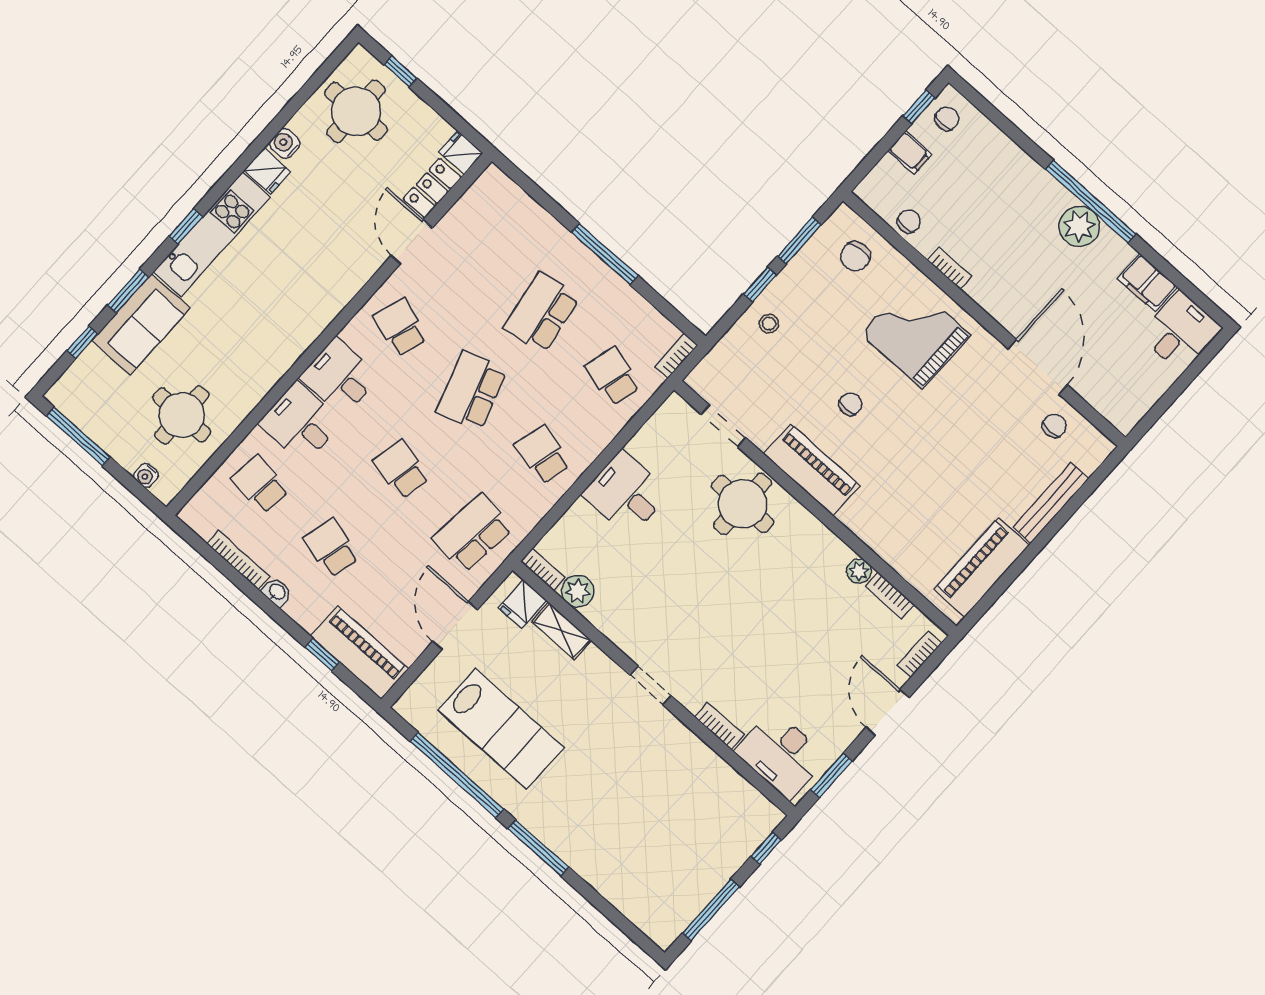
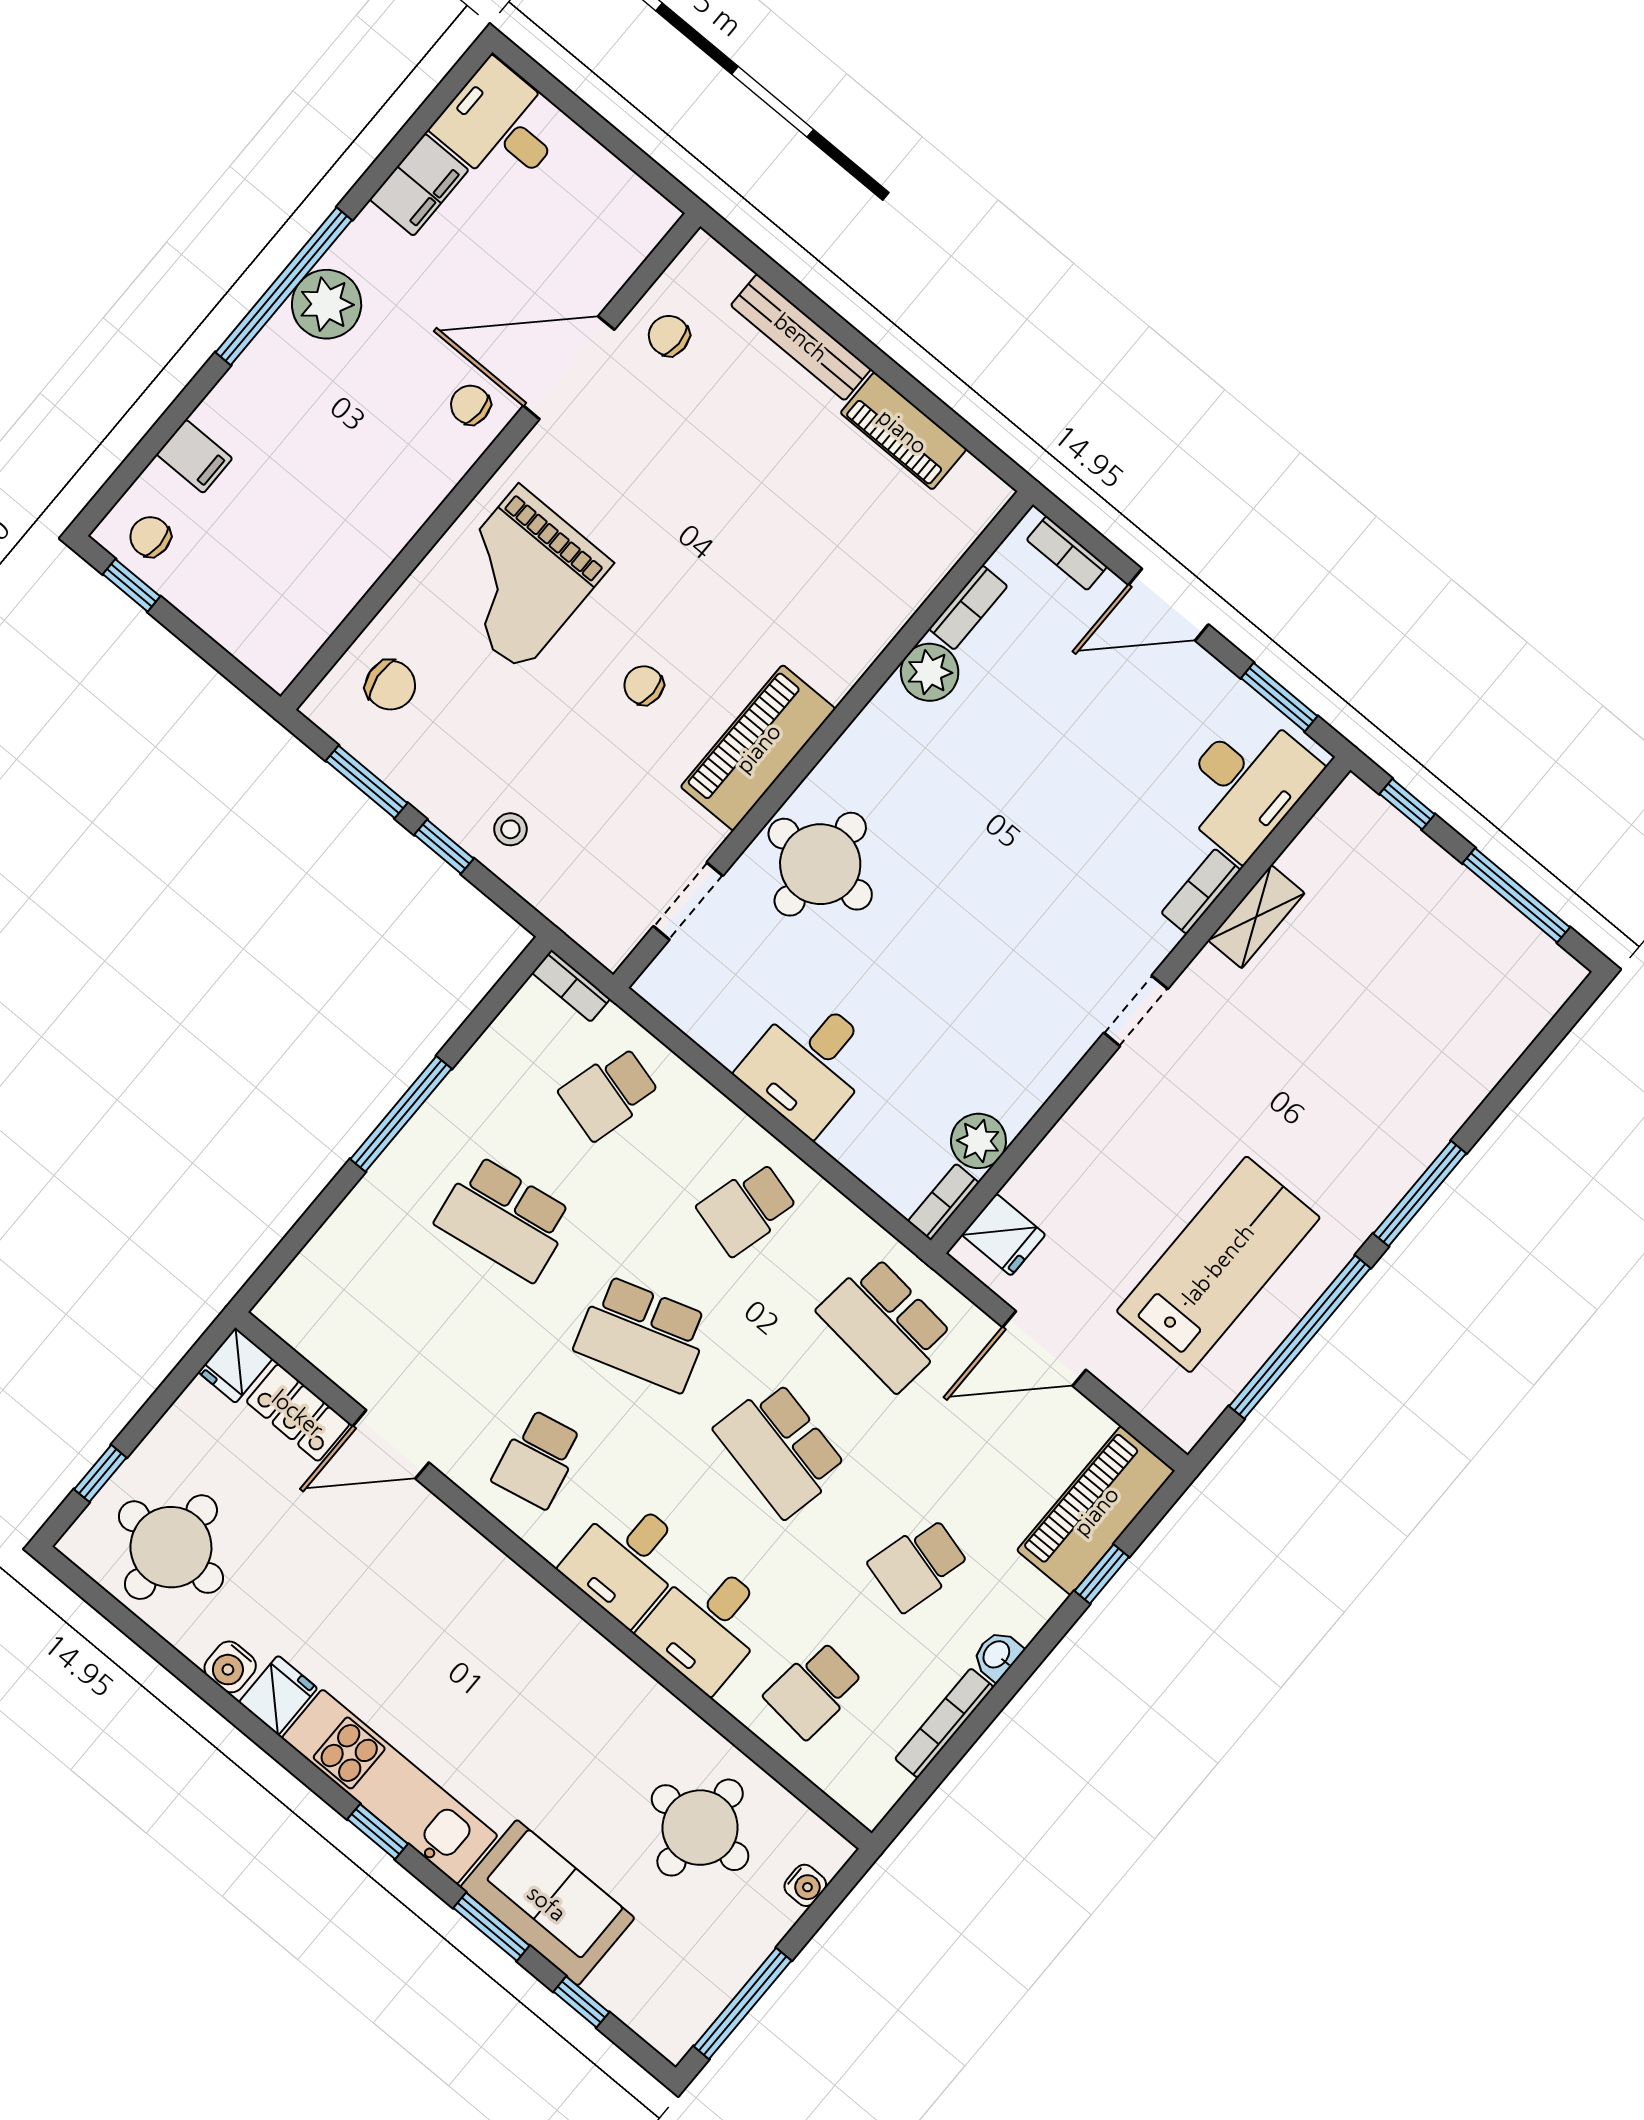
filing cabinet: (910, 152) -> (194, 456), moved, turned 90
chair: (909, 222) -> (470, 405), moved
bookcase: (949, 268) -> (406, 524), removed
school desk: (400, 327) -> (538, 1459), turned -30
school desk: (401, 469) -> (781, 1449), width x1.85
piano: (982, 567) -> (903, 431), width x0.73, depth x0.75
plant: (859, 571) -> (930, 672), width x1.38, depth x1.38
shelving: (561, 631) -> (1256, 917), moved

